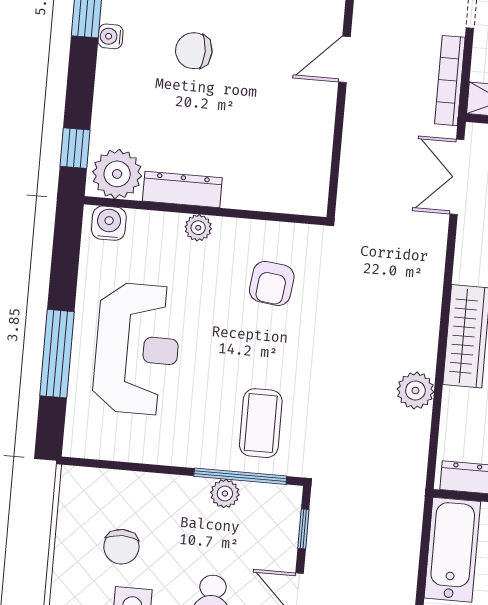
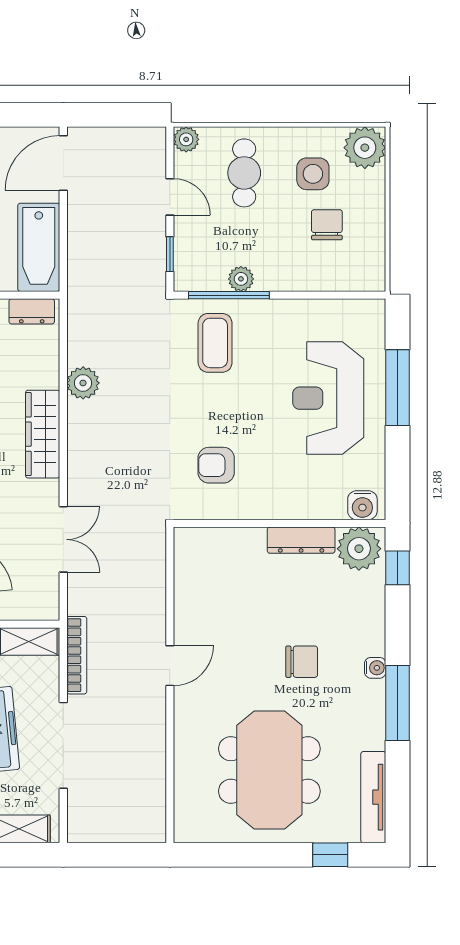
double door: (457, 177) -> (63, 539), moved
plant: (198, 228) -> (284, 508), removed
armchair: (272, 283) -> (216, 465), turned -97

